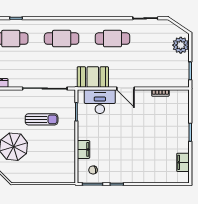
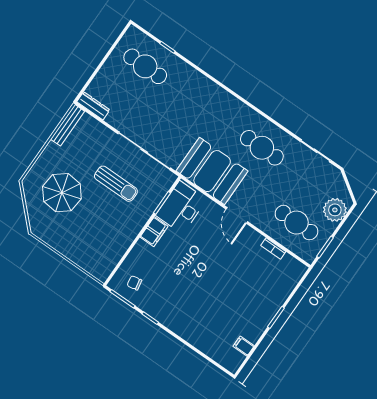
cafe table: (62, 39) -> (296, 223), moved
booth: (93, 77) -> (212, 171), width x1.36, depth x1.42
desk: (100, 102) -> (181, 207), moved, turned -90
filing cabinet: (84, 149) -> (154, 232), moved
filing cabinet: (183, 162) -> (244, 346), width x0.50

